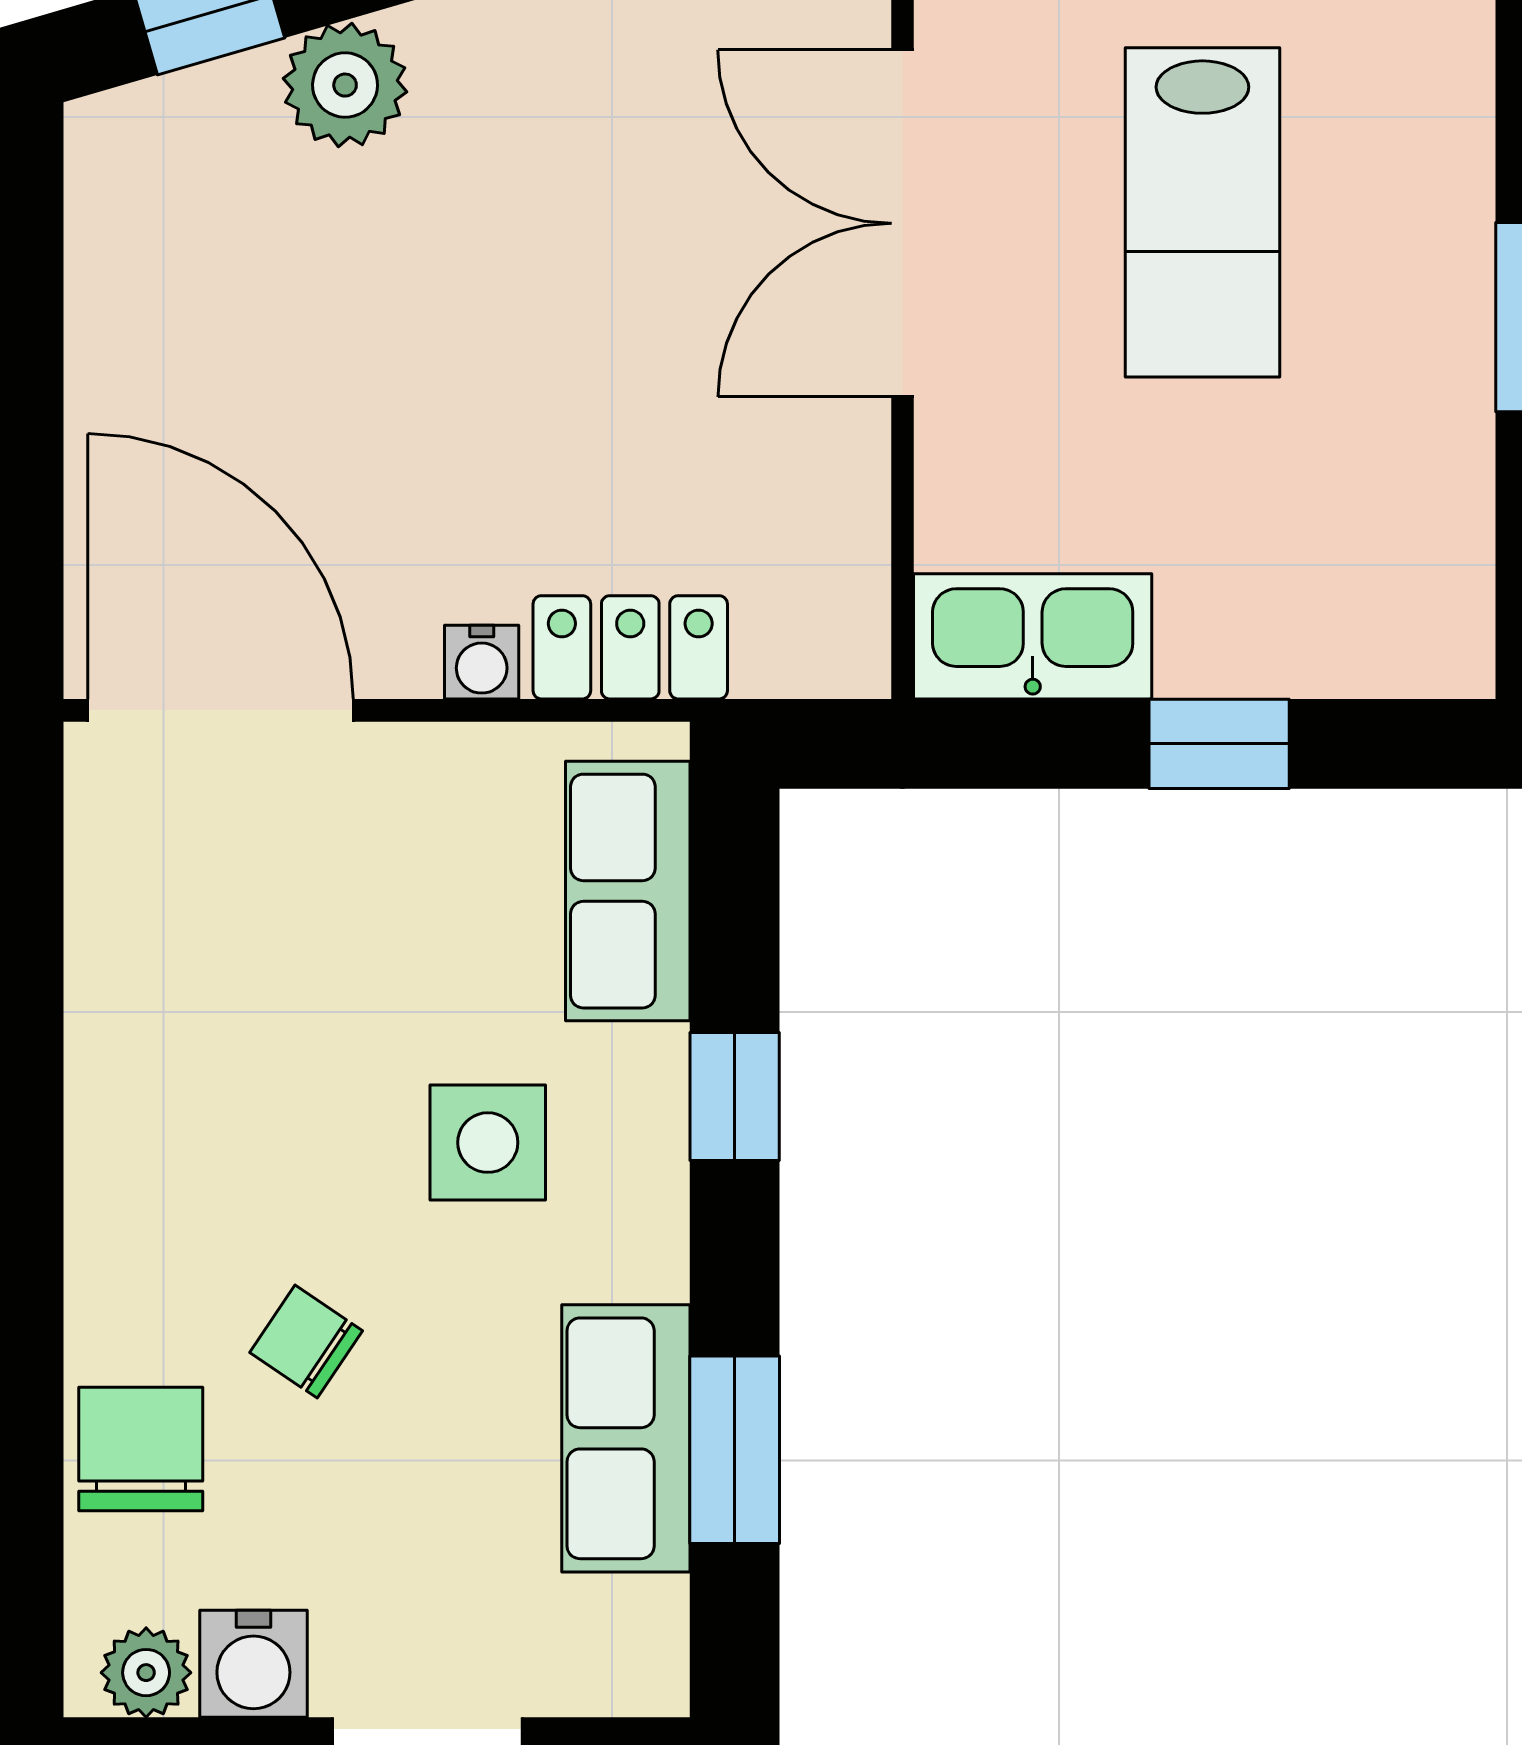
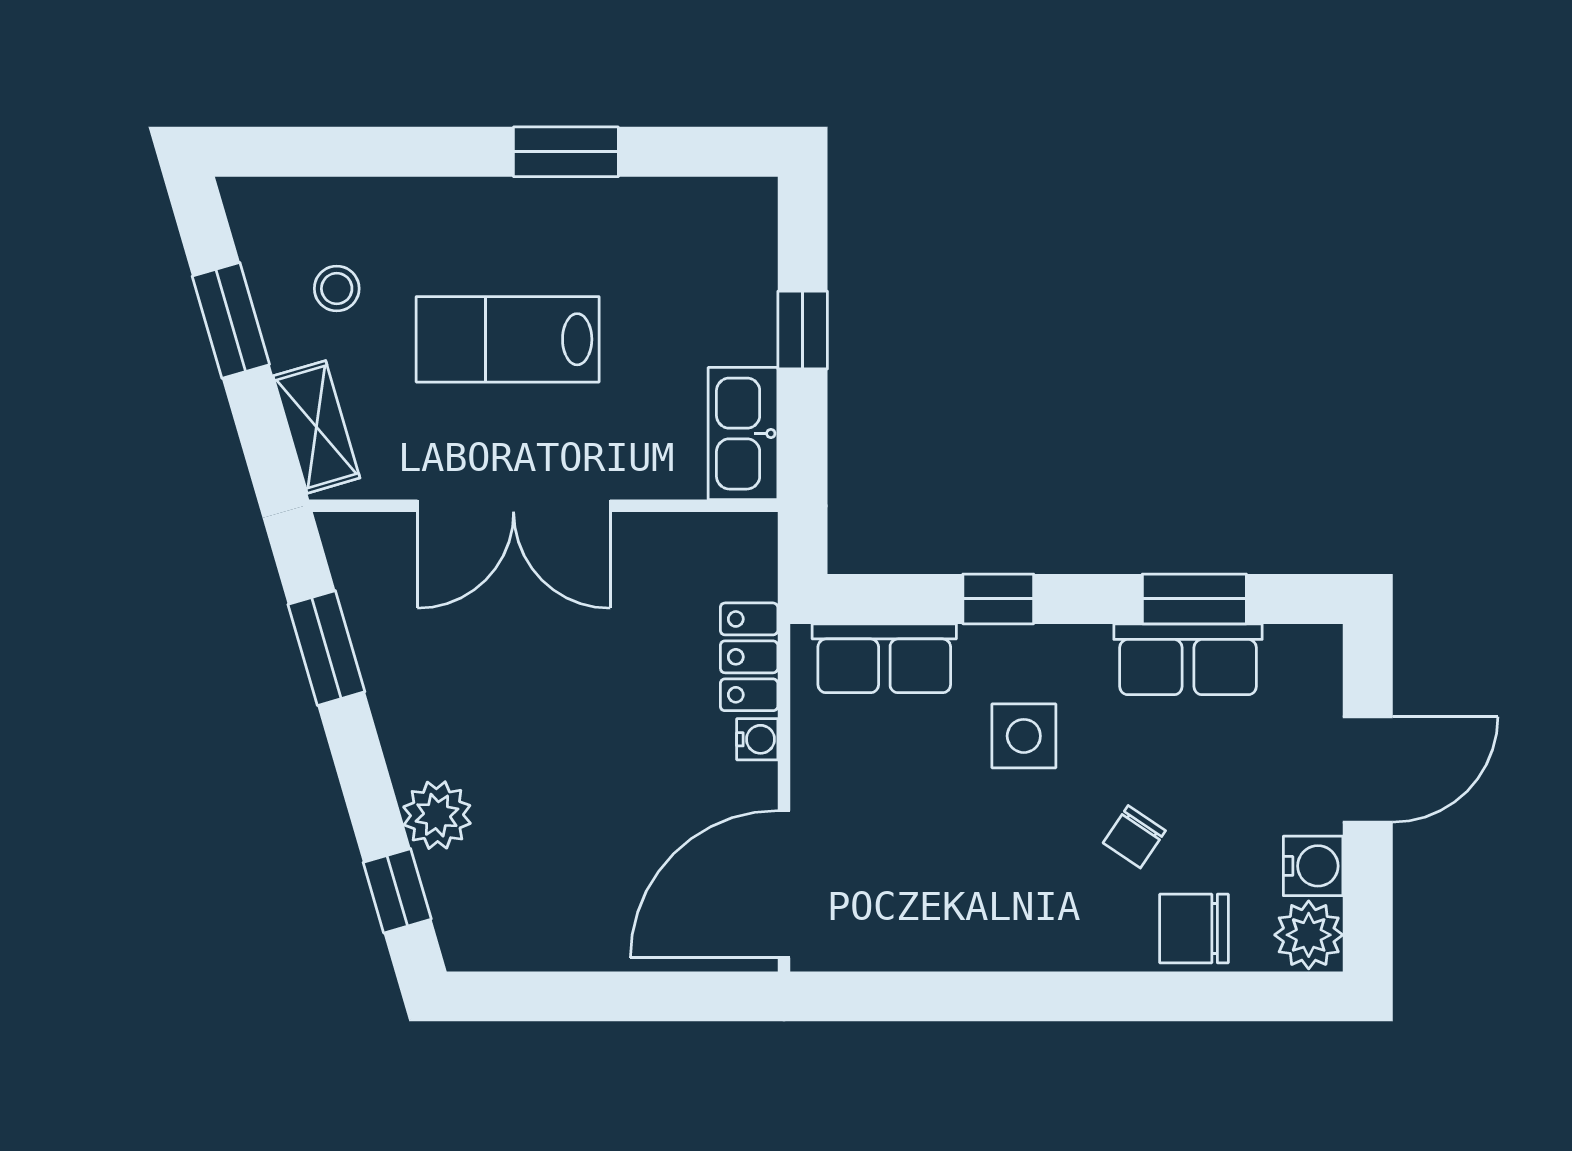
lab bench: (1202, 212) -> (508, 339), turned 180
plant: (146, 1673) -> (1309, 935), width x1.38, depth x1.38

